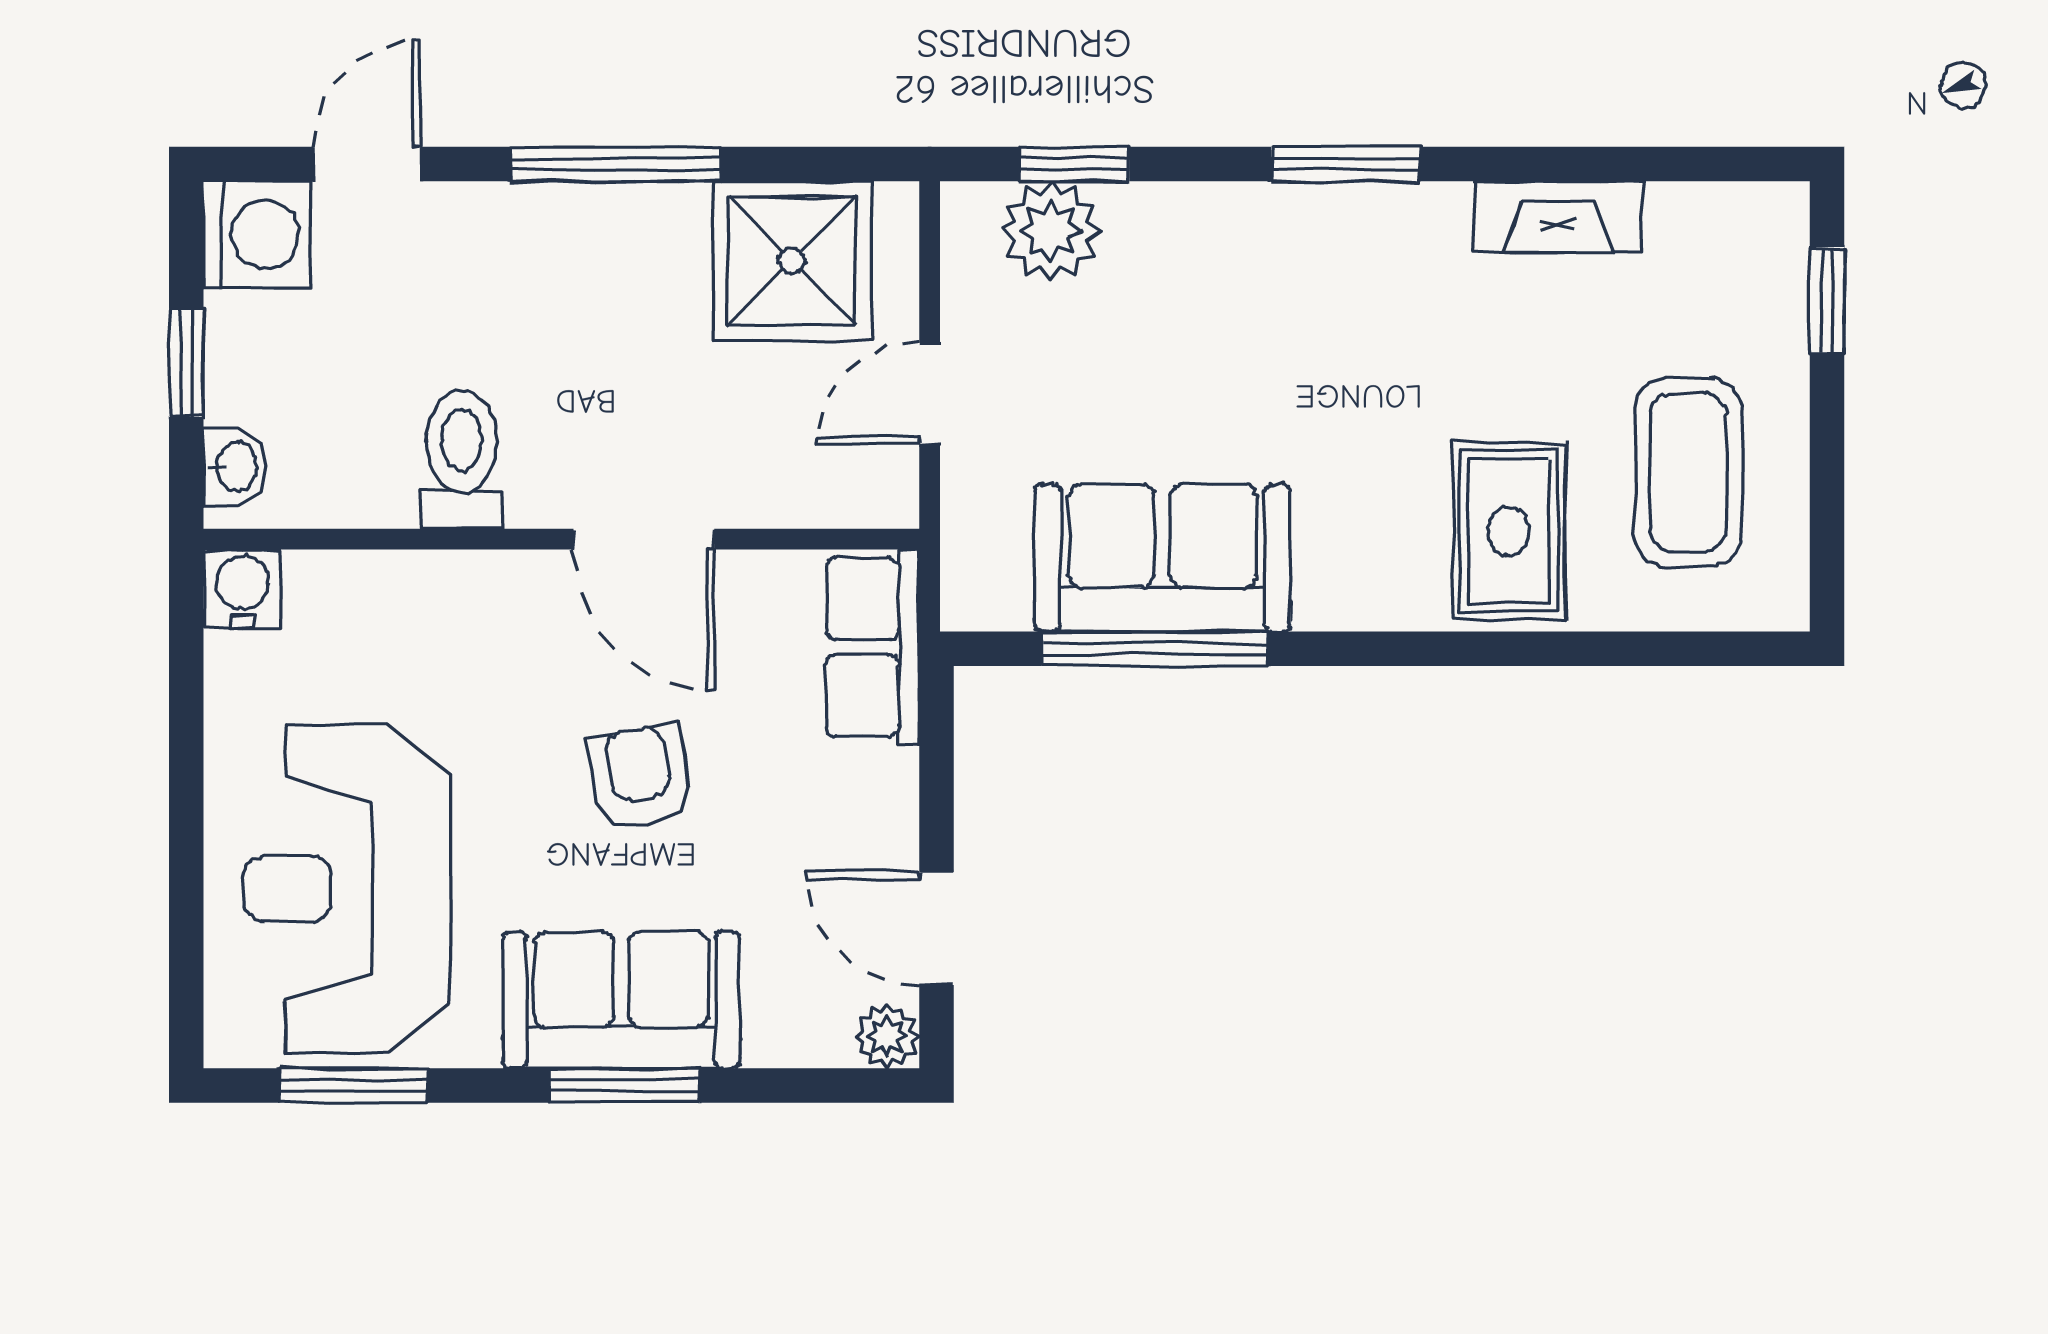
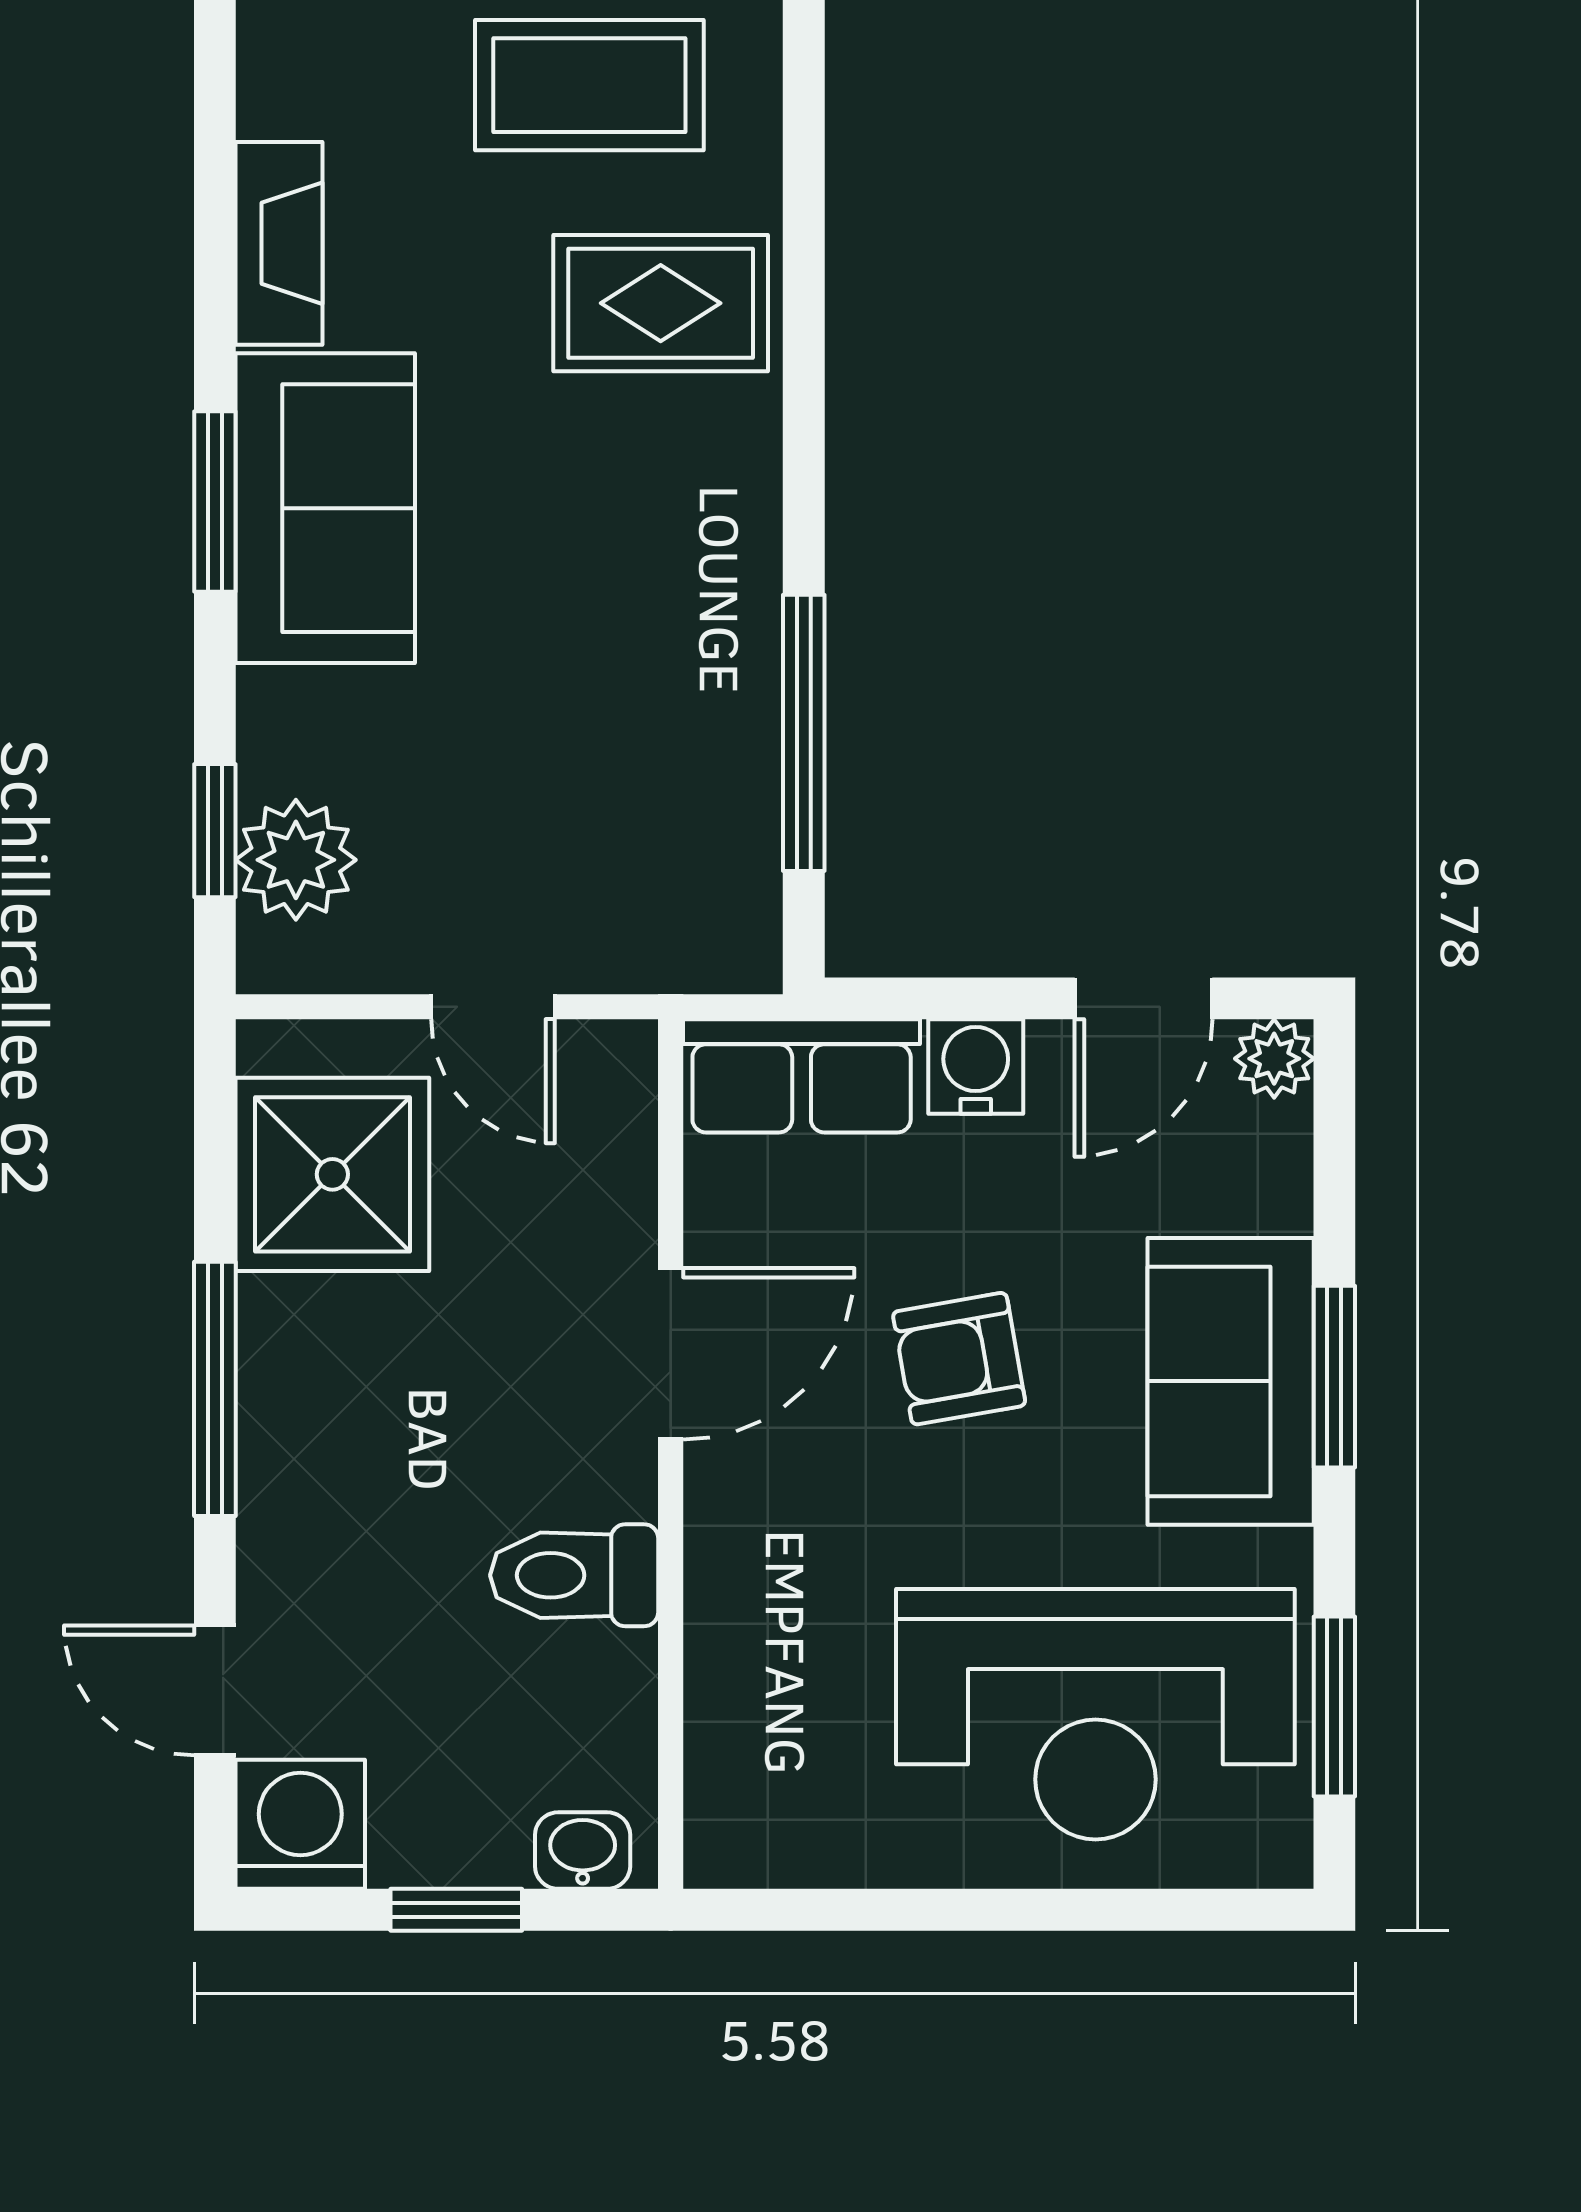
sofa: (1163, 558) -> (325, 508), moved, turned 180
water cooler: (242, 588) -> (976, 1067), moved, turned 90

